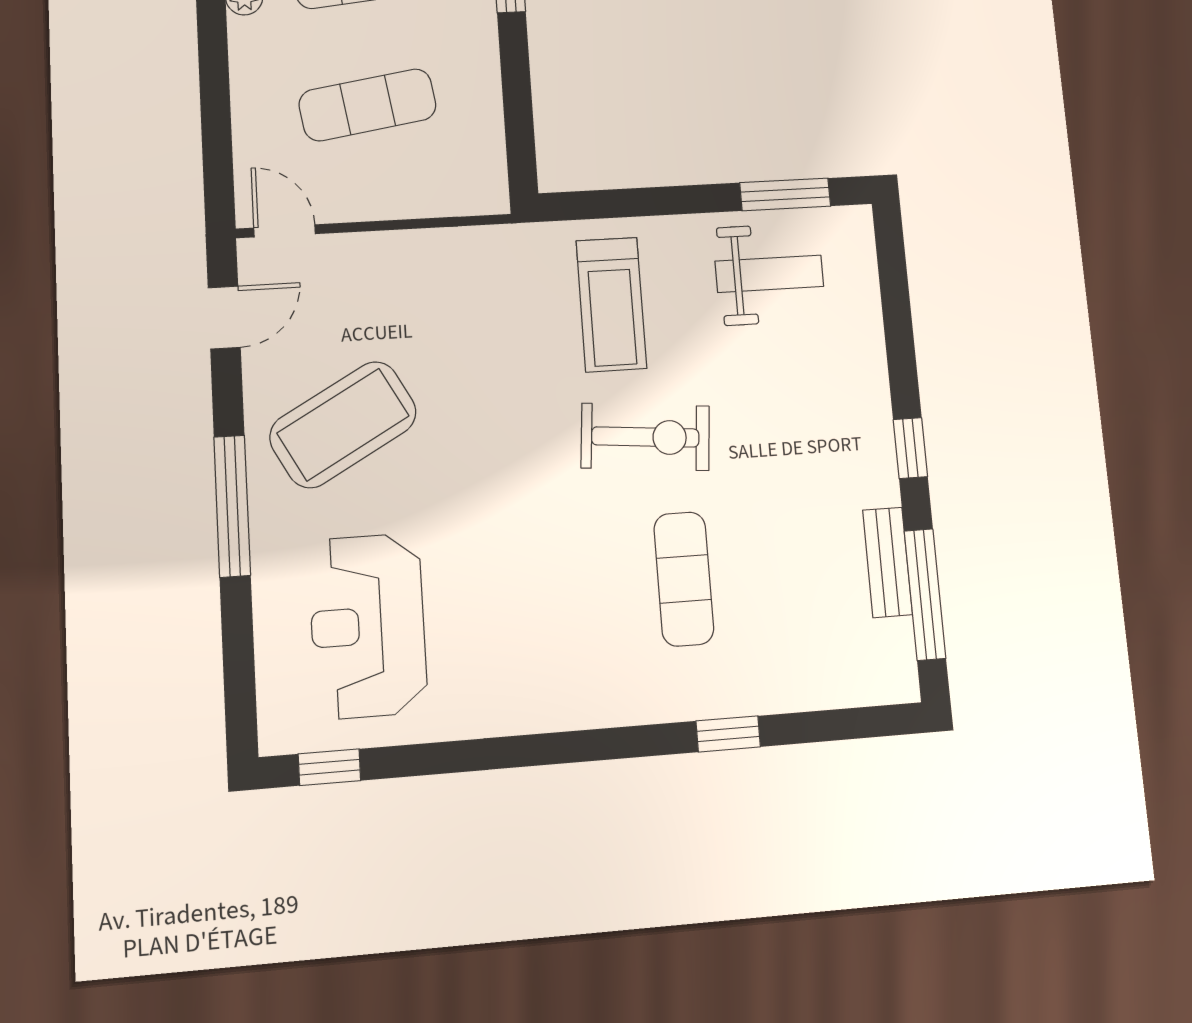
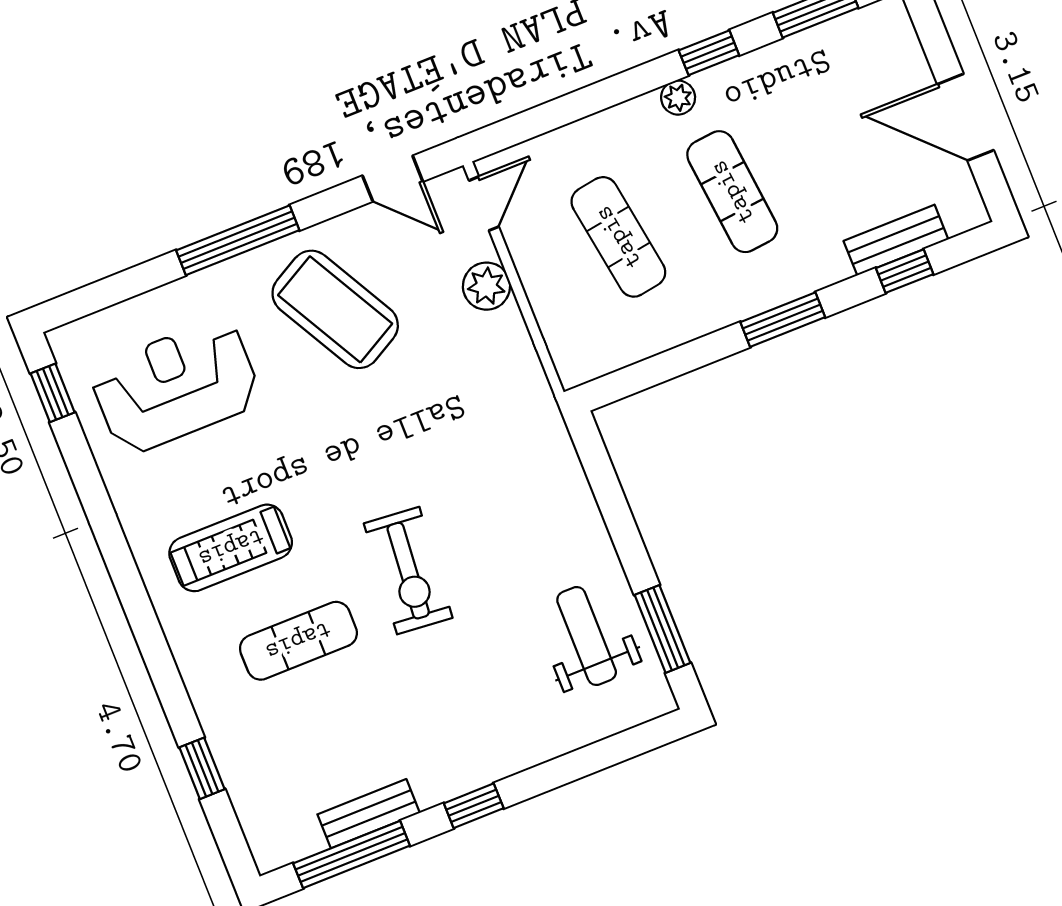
plant: (373, 257) -> (486, 286), added
weight bench: (769, 274) -> (587, 636), turned 180
treadmill: (611, 304) -> (231, 548), moved
window: (728, 734) -> (202, 768), moved

